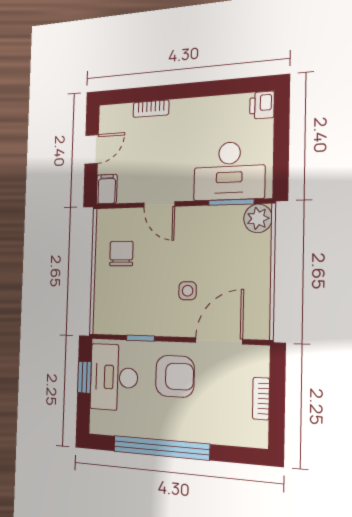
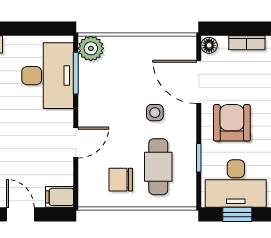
cafe table: (133, 294) -> (158, 167), added
floor lamp: (259, 354) -> (209, 45), added

